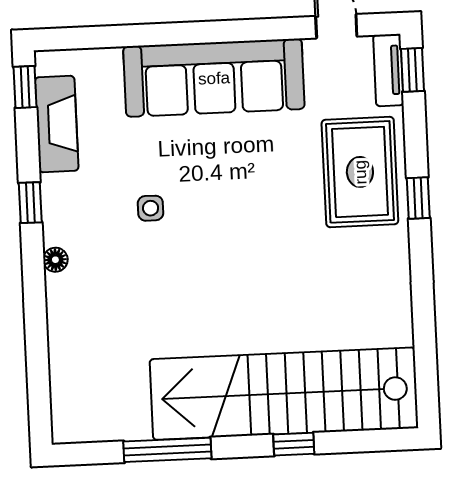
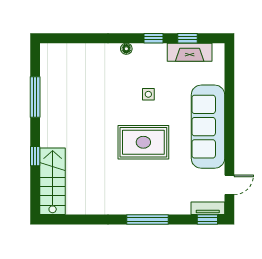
window: (25, 87) -> (188, 38), moved
rug: (360, 172) -> (143, 142), moved
window: (418, 198) -> (147, 220), width x2.17
stairs: (284, 394) -> (53, 181), width x0.54, depth x0.66

